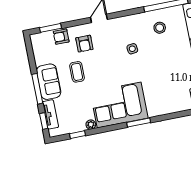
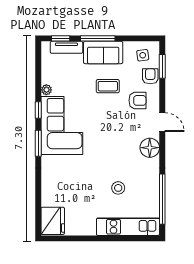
floor lamp: (123, 25) -> (150, 148), added
stool: (160, 28) -> (118, 188), moved
armchair: (84, 44) -> (137, 100), turned 180
side table: (132, 49) -> (143, 55), moved
window: (77, 135) -> (38, 110), moved

